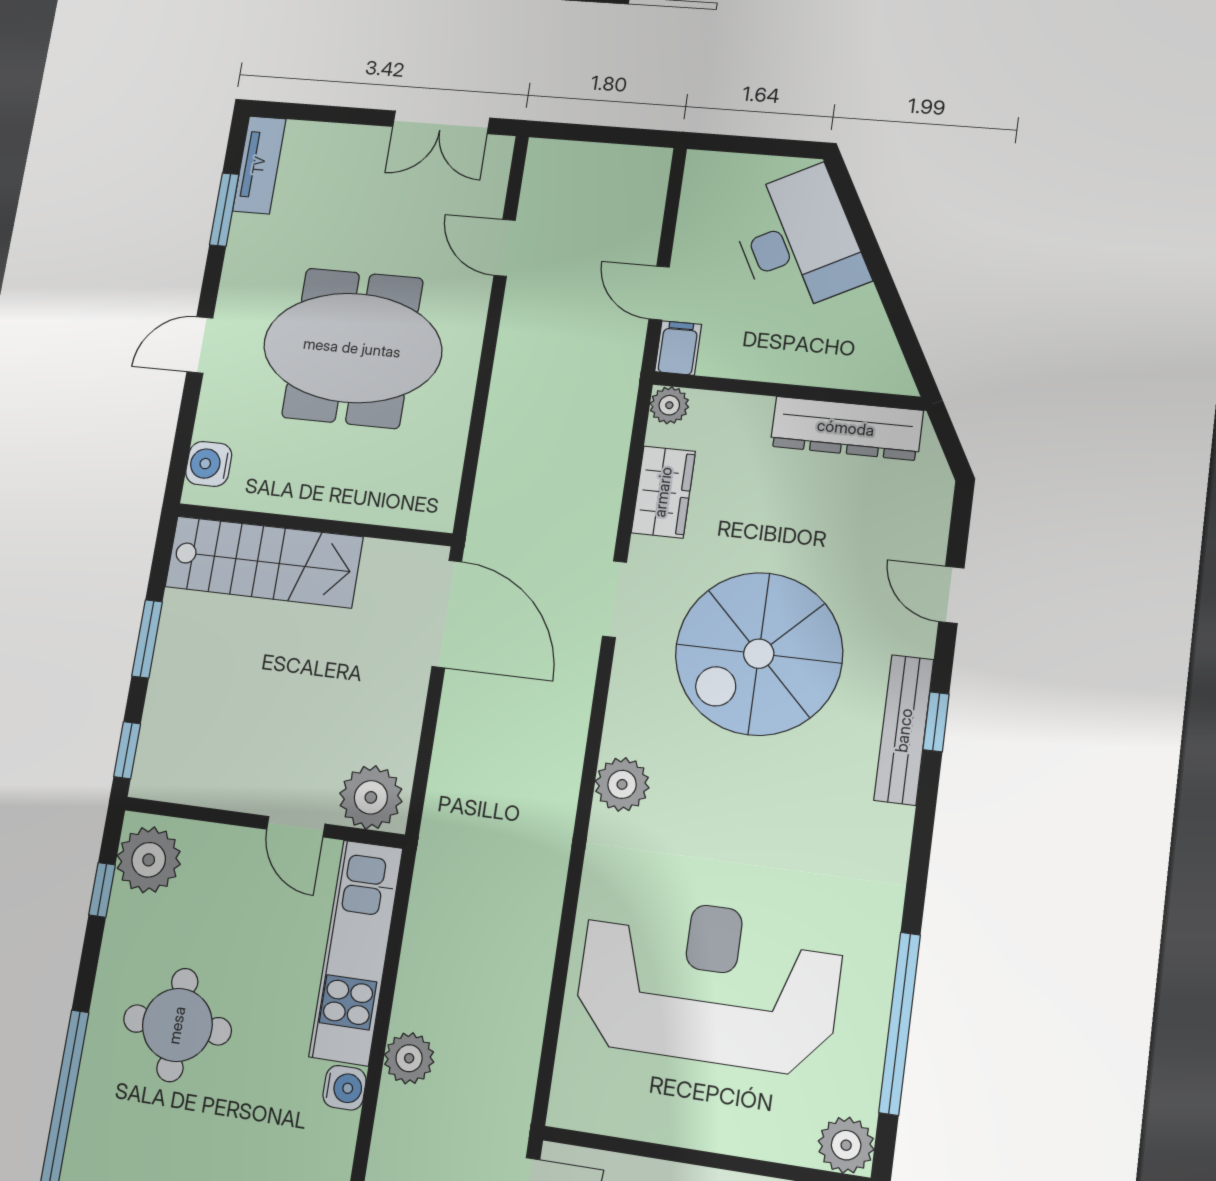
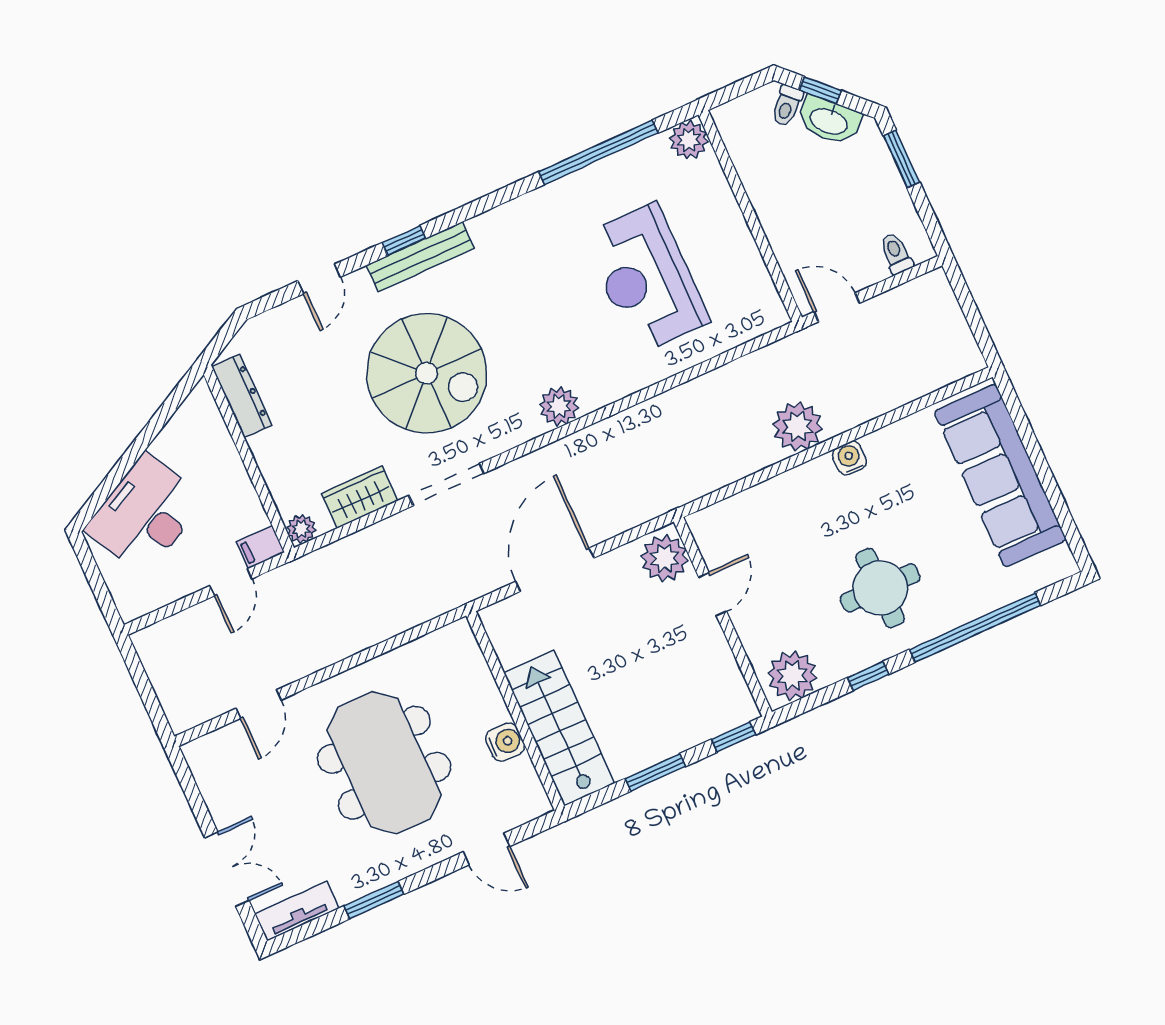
double door: (441, 122) -> (227, 869), moved
window: (224, 210) -> (374, 900), moved
door: (200, 345) -> (487, 849), moved
dresser: (846, 428) -> (242, 396), width x0.73, depth x0.80
water cooler: (209, 464) -> (505, 742), moved, turned -90
doorway: (615, 599) -> (446, 484), width x1.38
door: (447, 614) -> (555, 570), moved
window: (102, 890) -> (868, 676), moved
kitchen unit: (356, 952) -> (764, 505), removed
reception desk: (708, 983) -> (646, 278), width x0.74, depth x0.77
plant: (409, 1058) -> (798, 427), width x1.36, depth x1.36

